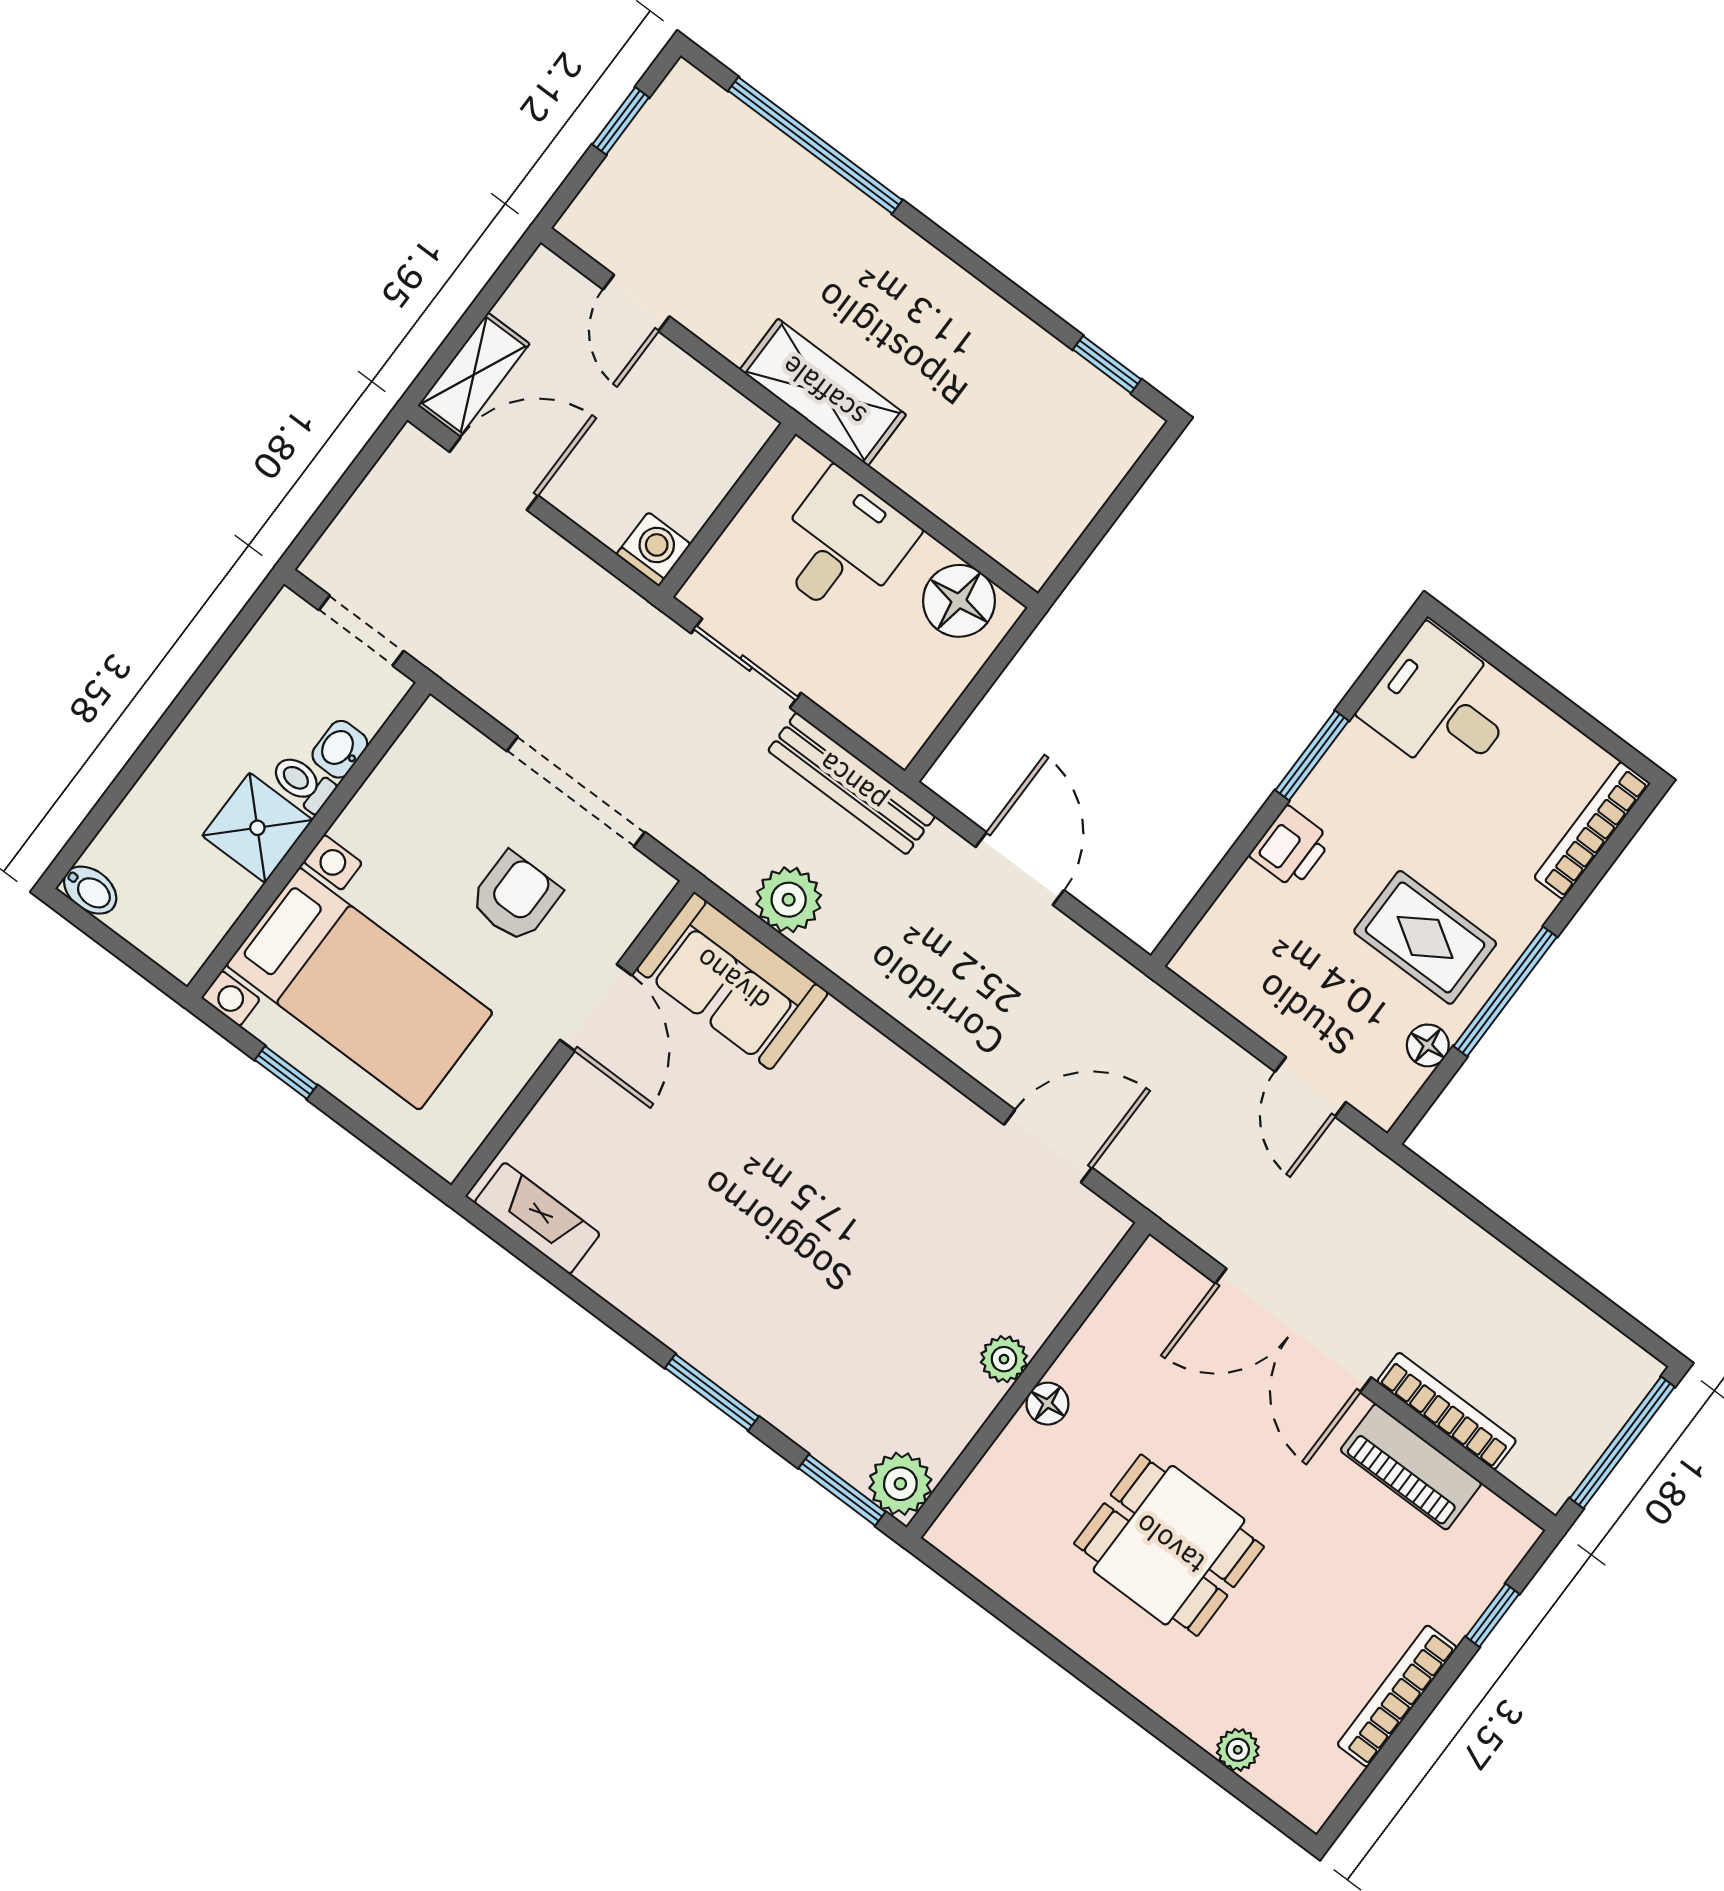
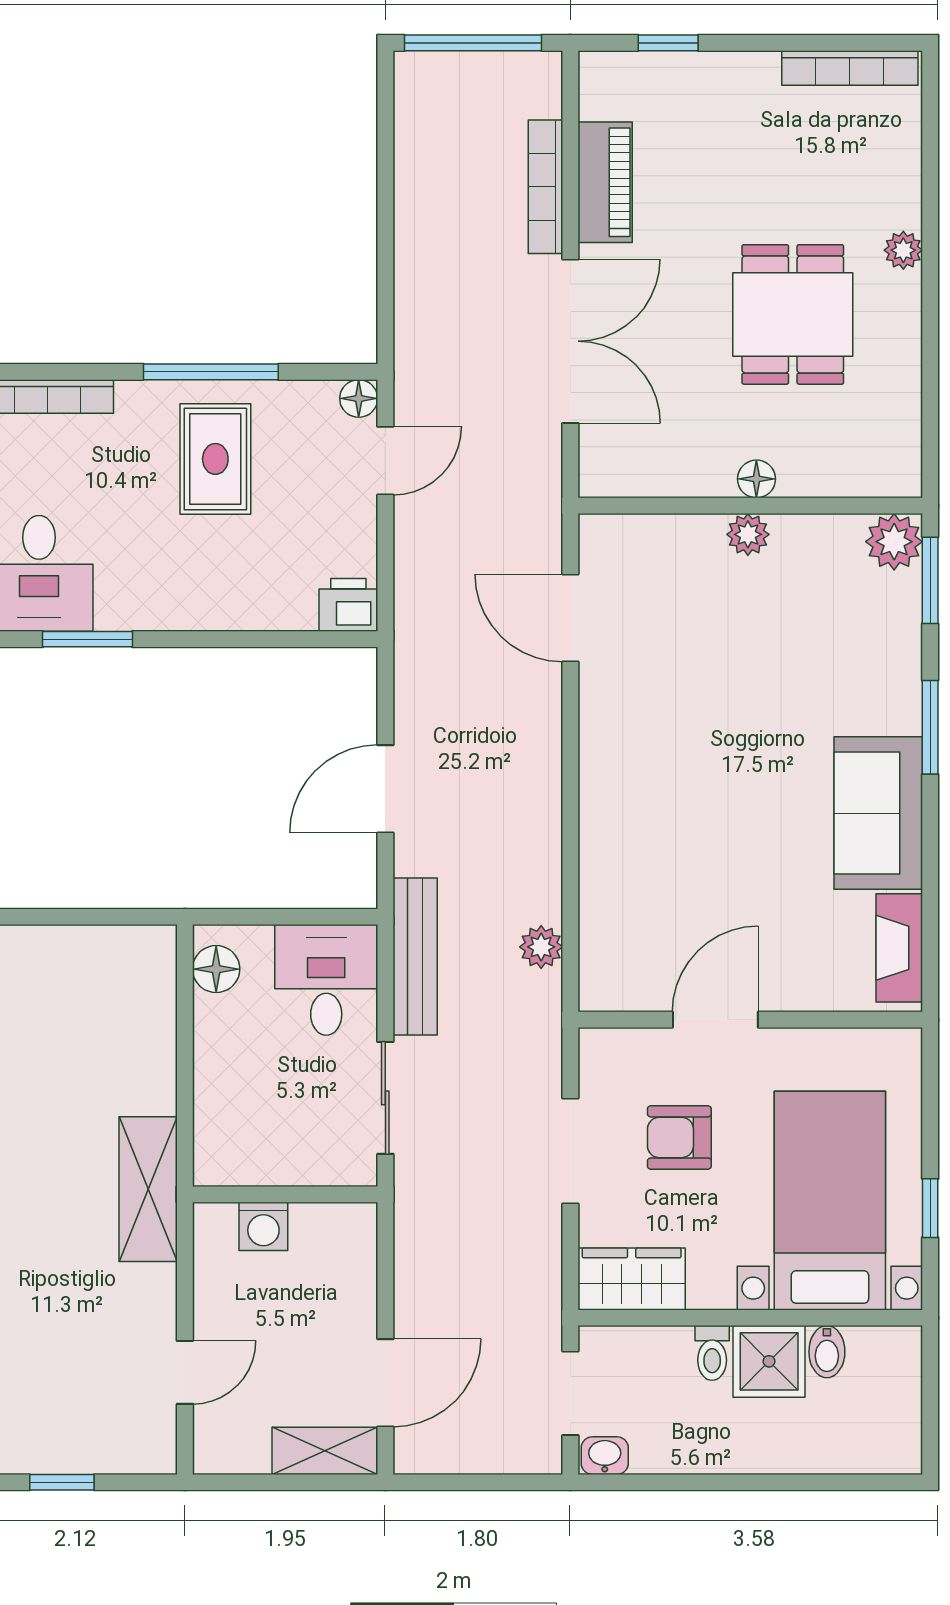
door: (494, 474) -> (385, 1383), swing flipped
desk: (842, 545) -> (326, 980), moved, turned 90
washing machine: (653, 549) -> (263, 1226), moved, turned -90
floor lamp: (959, 601) -> (216, 969), width x0.73, depth x0.73
washbasin: (340, 749) -> (605, 1456), moved, turned 180
window: (1312, 755) -> (88, 639), moved
wardrobe: (422, 761) -> (632, 1279), added
doorway: (576, 792) -> (570, 1151), width x0.73
printer: (1291, 847) -> (348, 605), moved
bidet: (90, 890) -> (827, 1352), moved, turned 180
plant: (789, 900) -> (541, 947), width x0.73, depth x0.73
sofa: (732, 981) -> (878, 813), moved, turned 180
floor lamp: (1428, 1045) -> (359, 398), moved
bookcase: (1397, 1696) -> (850, 68), moved
plant: (1238, 1750) -> (903, 250), moved

